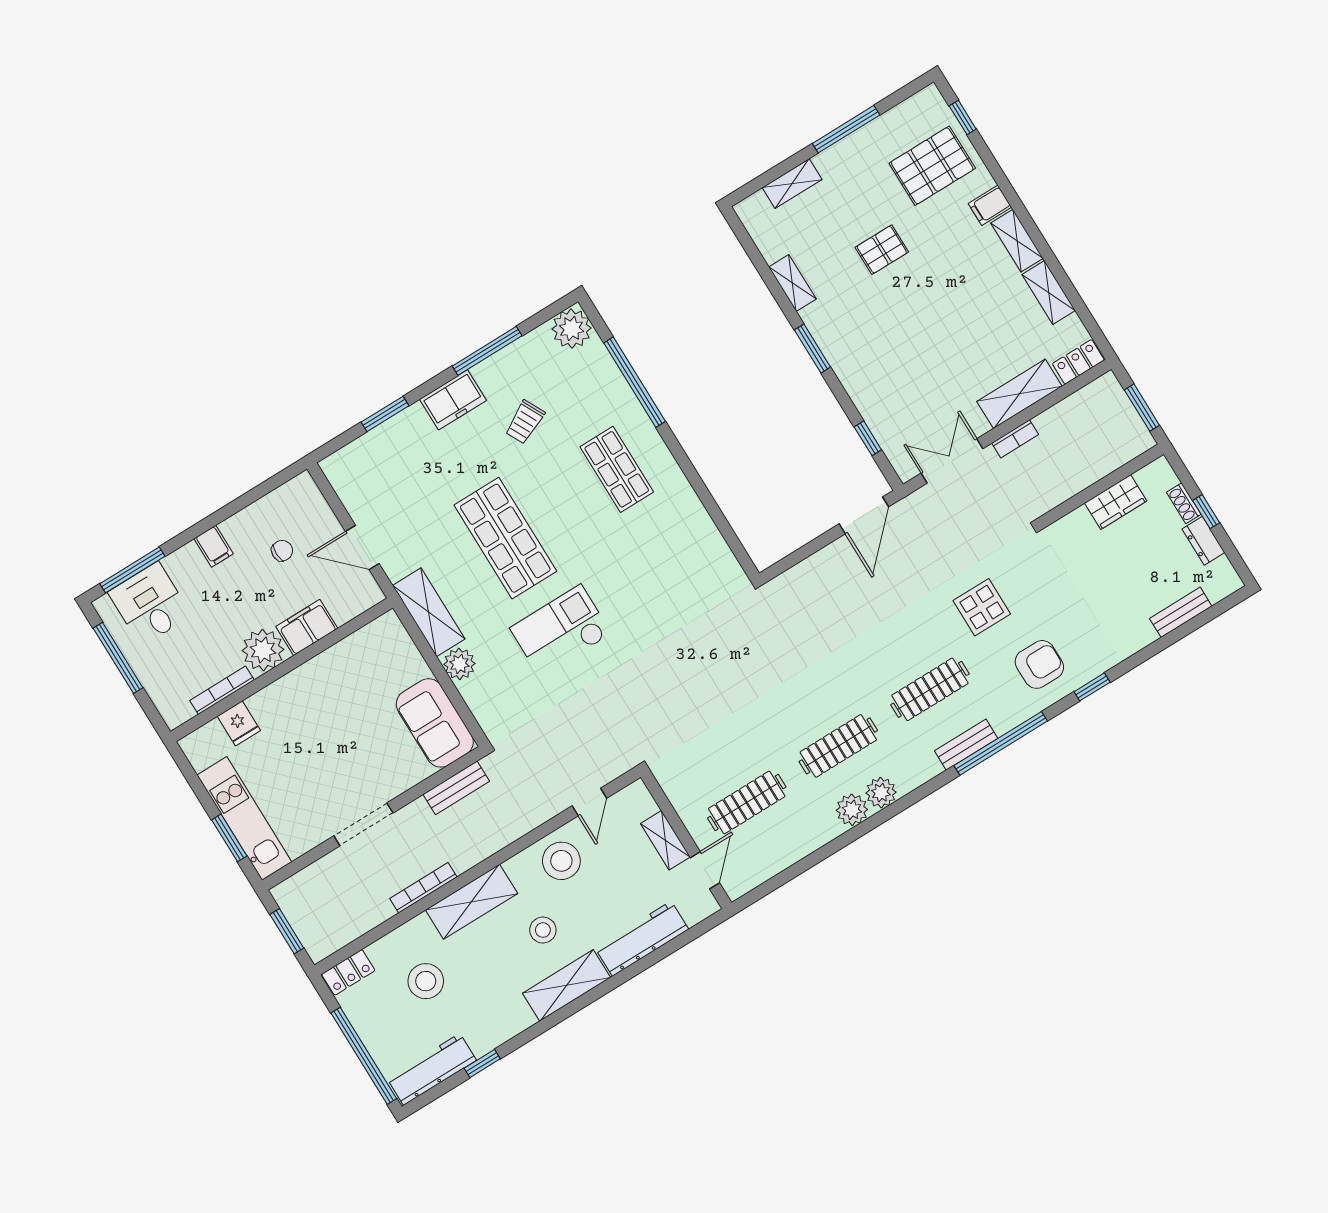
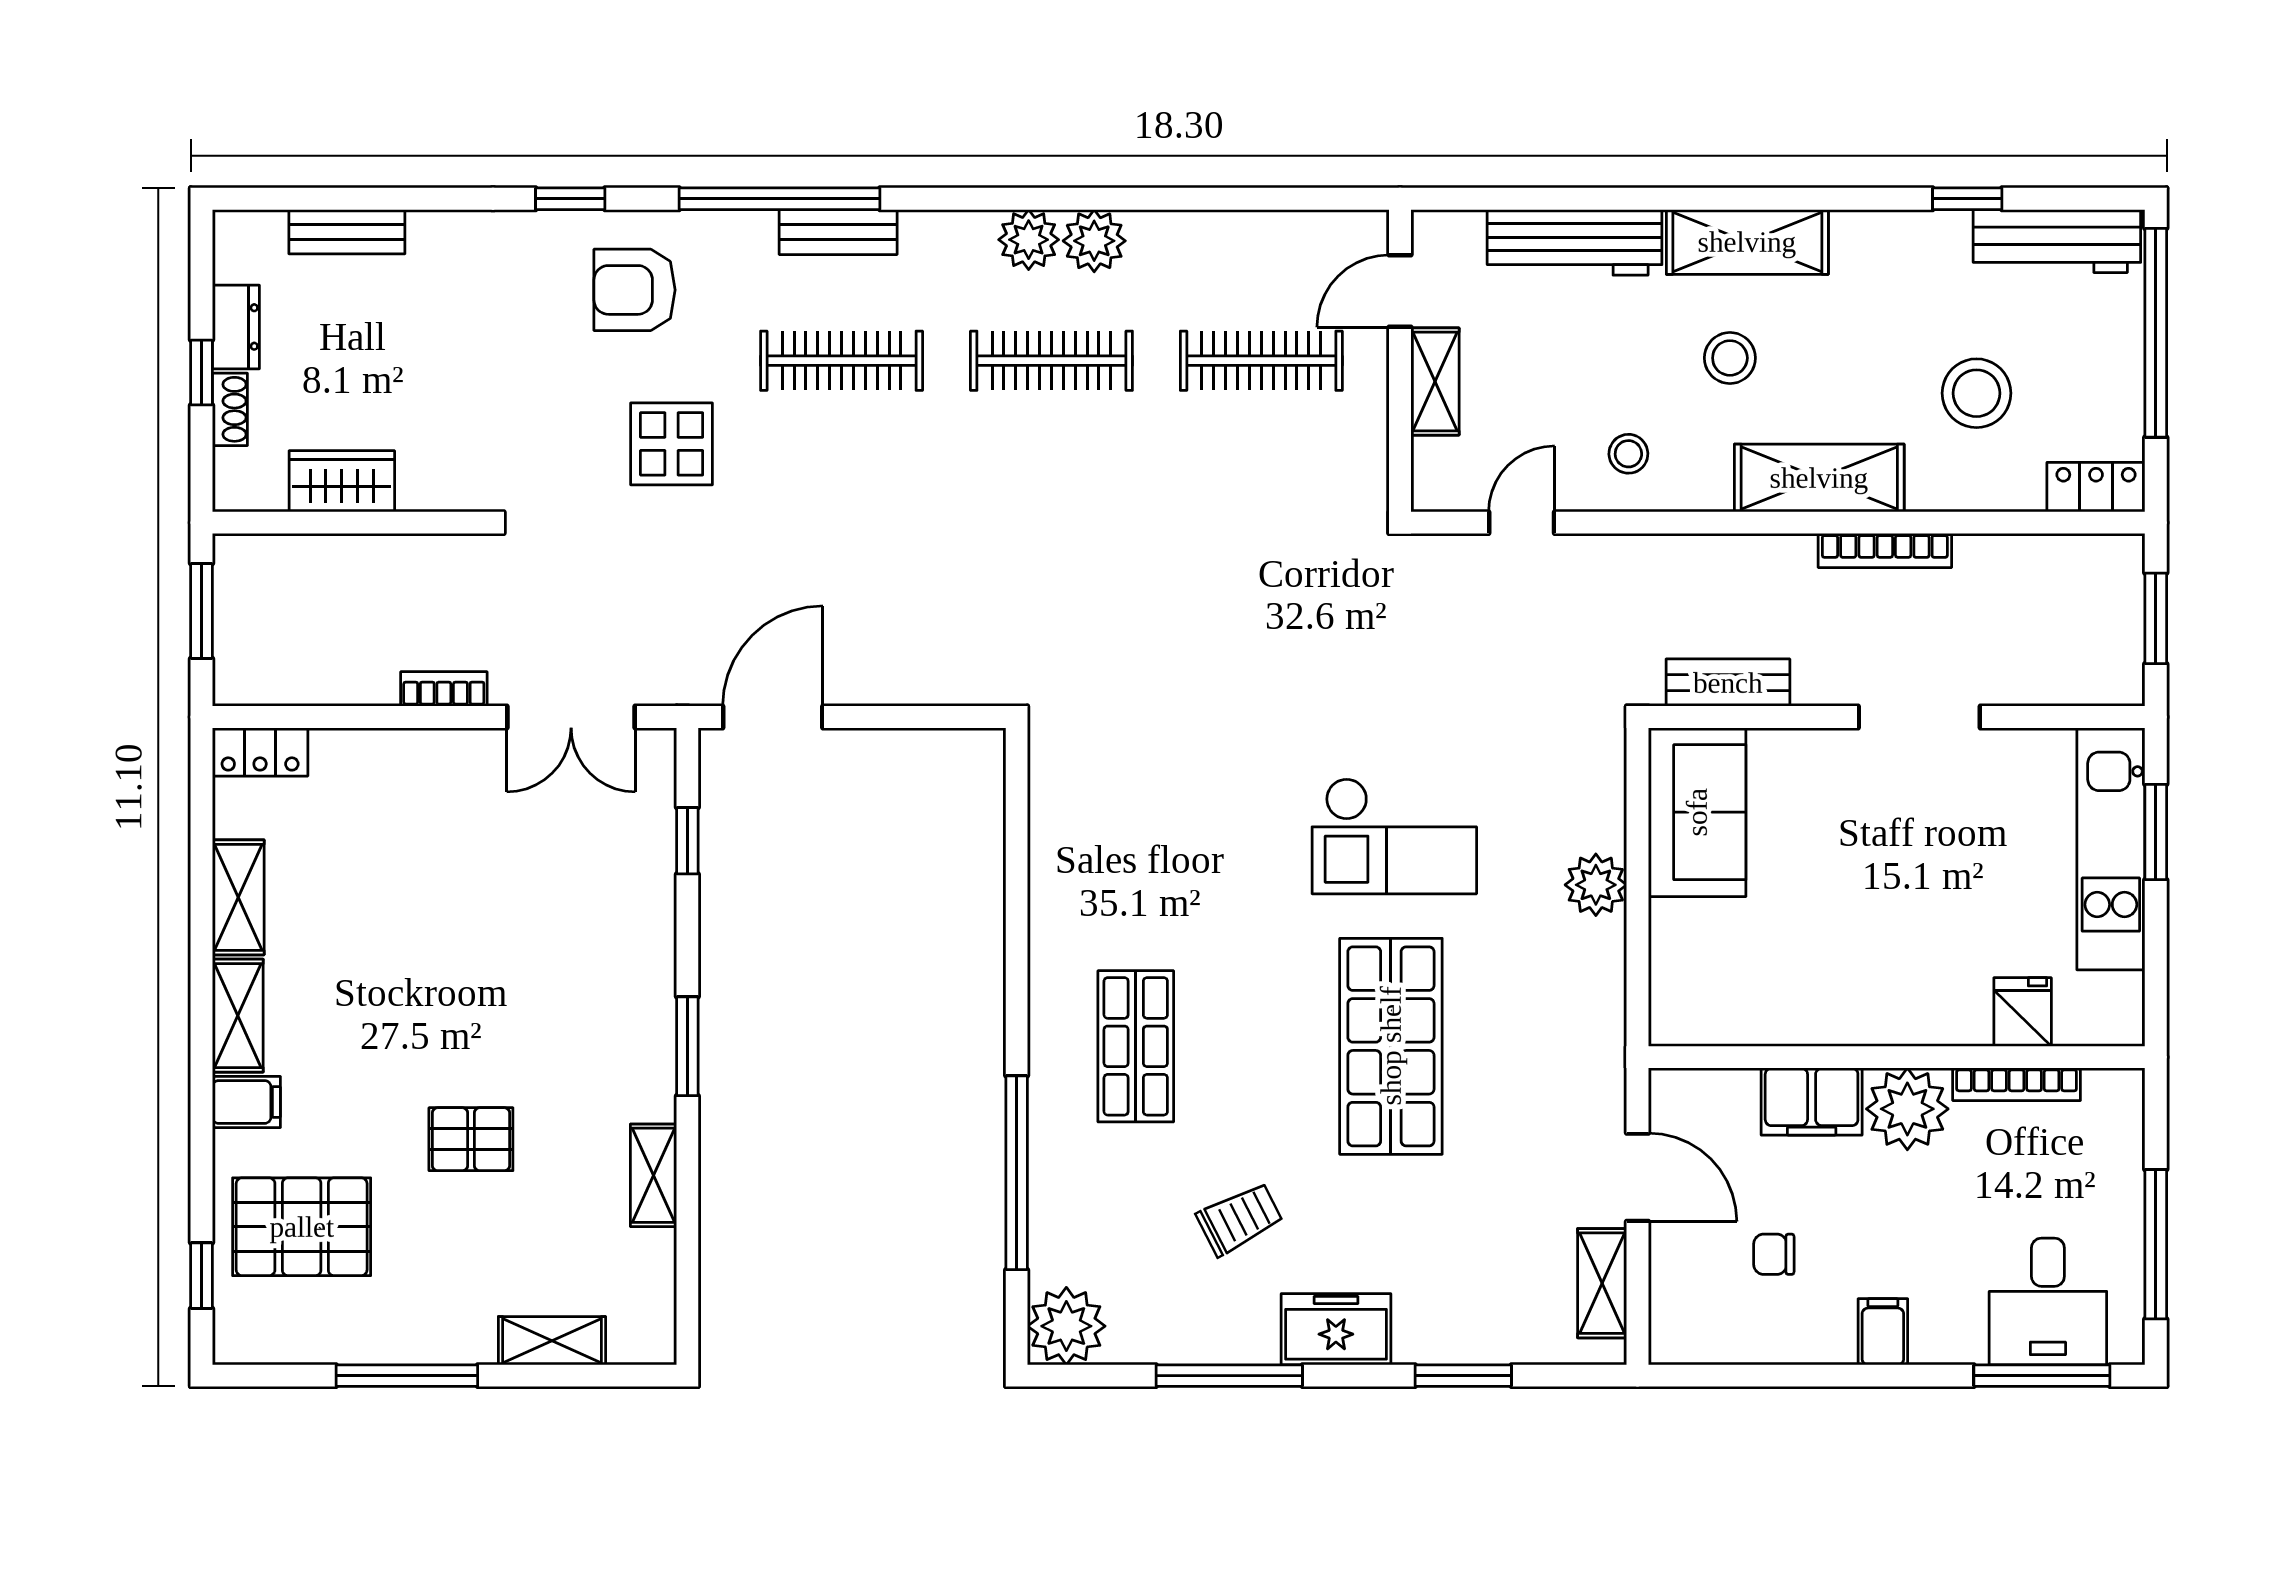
shelving: (1019, 394) -> (390, 759), removed
shelving: (429, 612) -> (1602, 1283), moved, width x0.67, depth x0.75
stool: (561, 861) -> (1628, 454), width x0.53, depth x0.53

